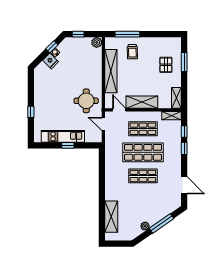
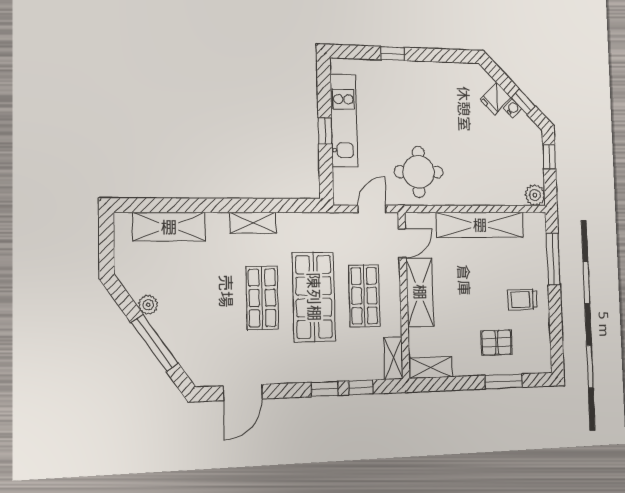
trolley: (132, 52) -> (522, 300), moved
shelving: (110, 179) -> (253, 223), added

